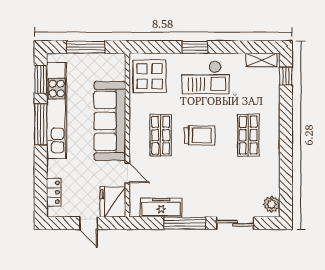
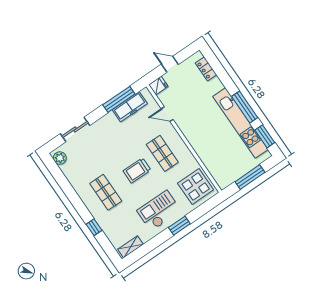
window: (286, 76) -> (94, 227), moved
sofa: (110, 121) -> (201, 140), removed
fridge: (113, 202) -> (158, 86), width x0.53, depth x0.75
window: (185, 223) -> (119, 99), moved

